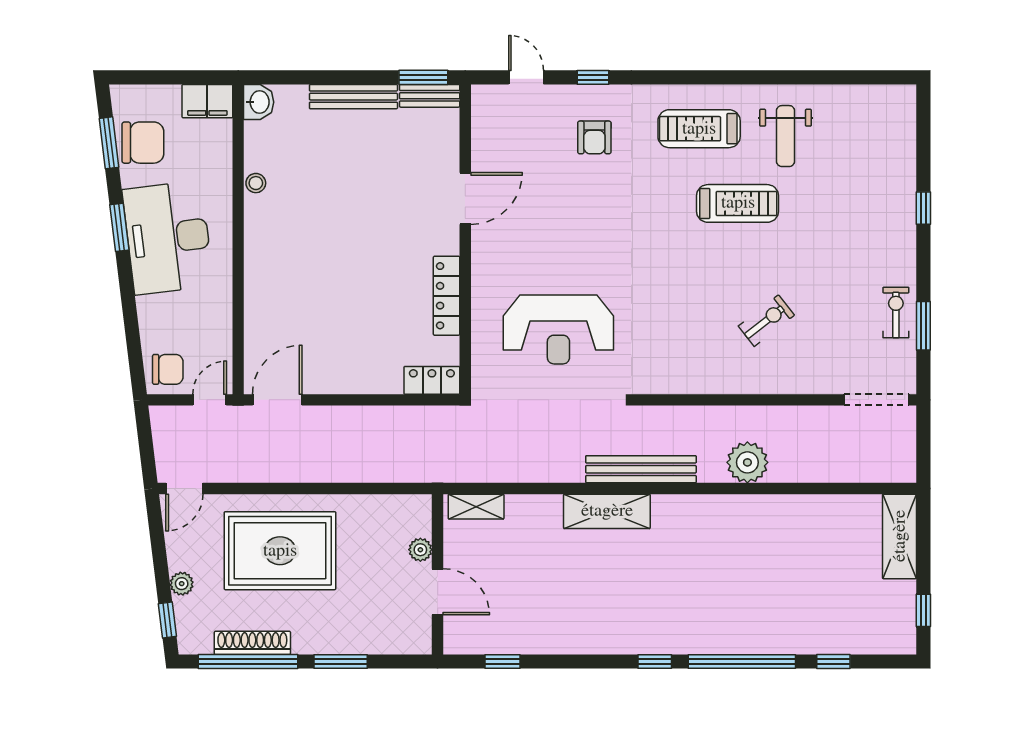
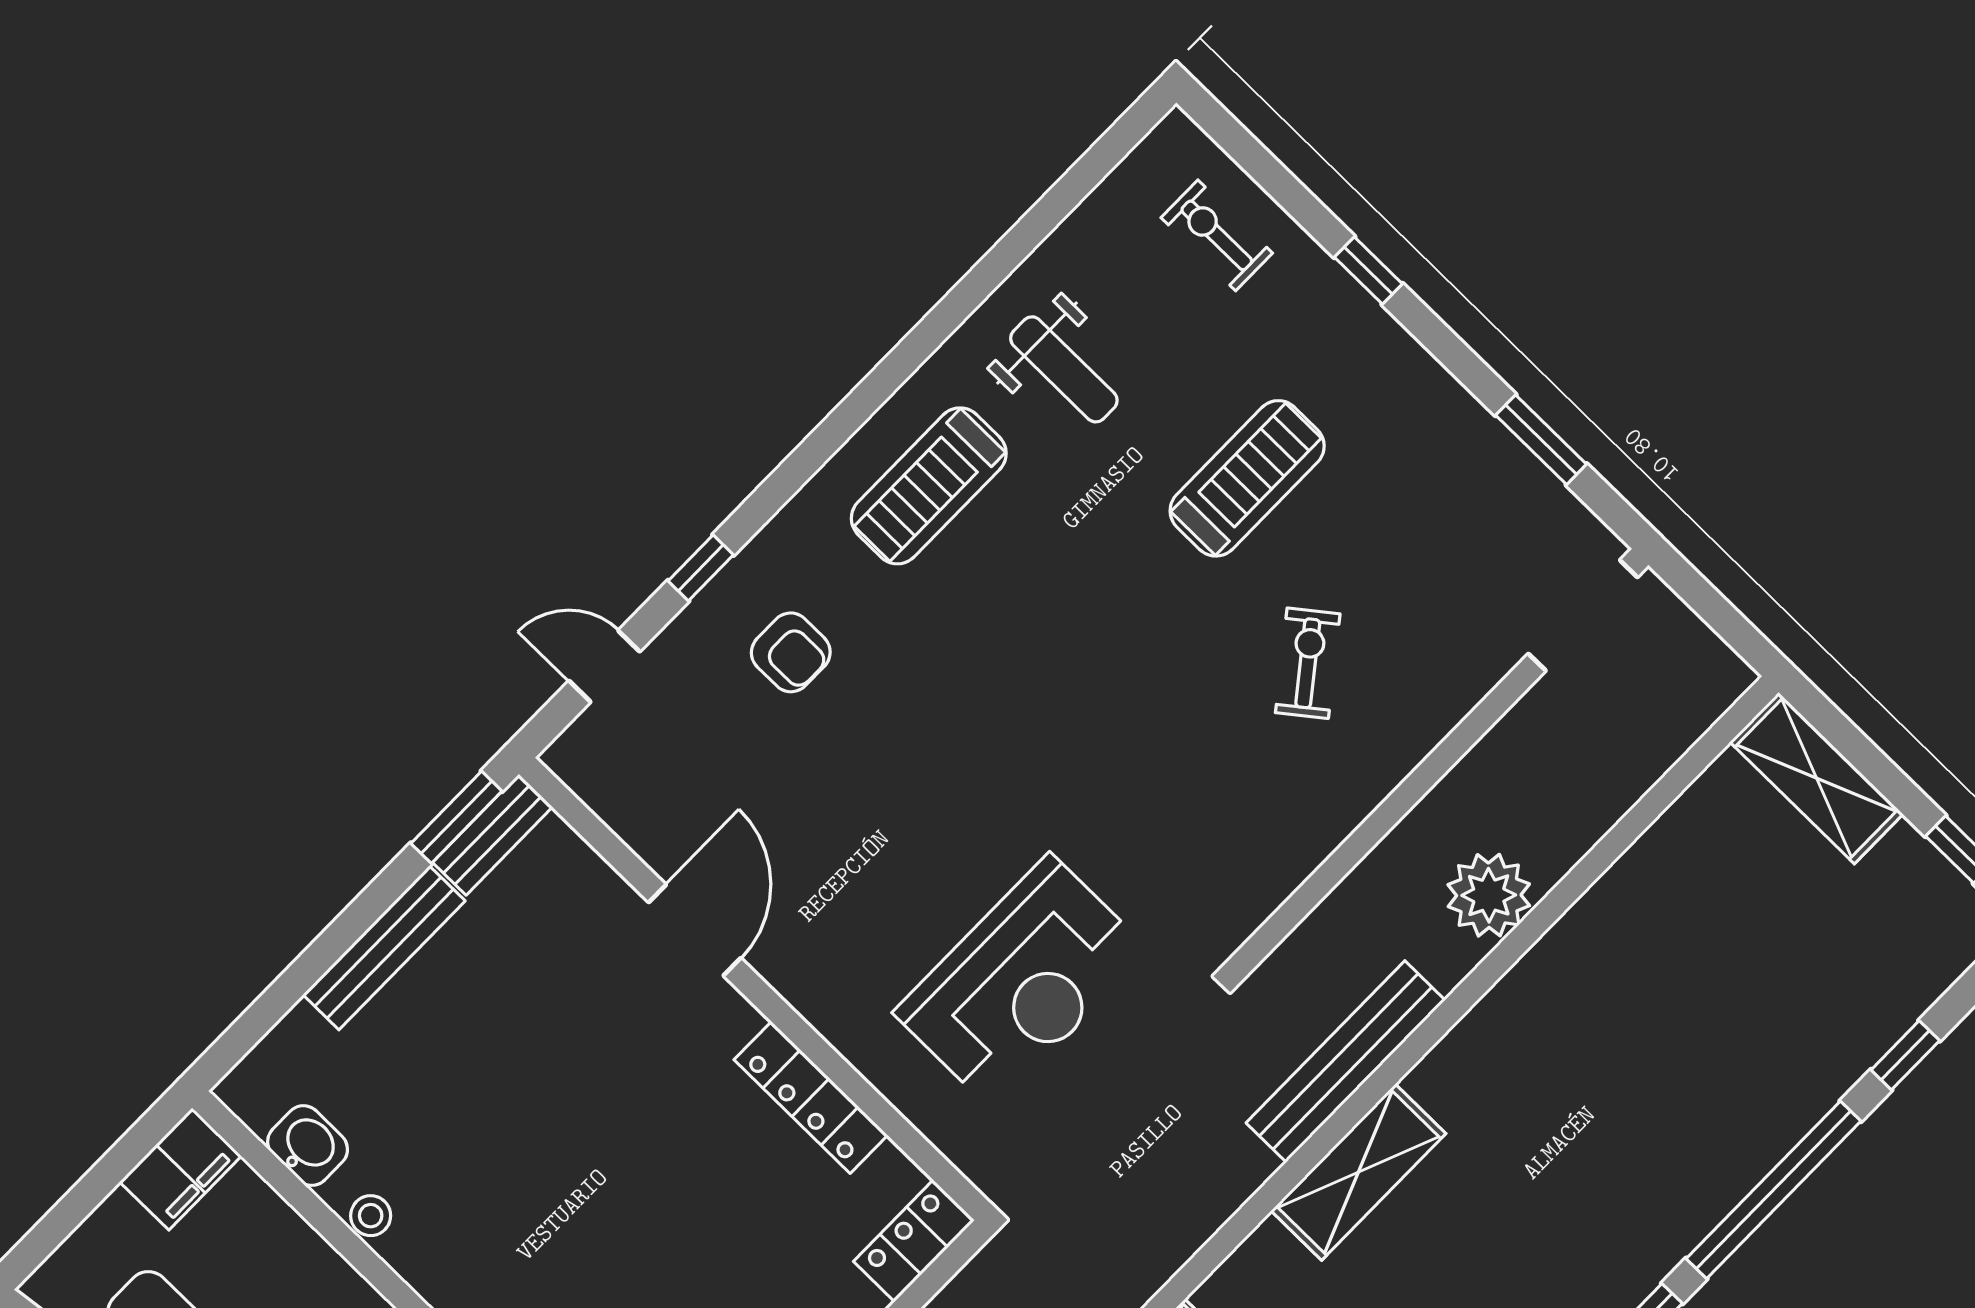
washbasin: (259, 102) -> (308, 1146), moved
treadmill: (738, 203) -> (1247, 478), moved
exercise bike: (896, 312) -> (1217, 235), moved

